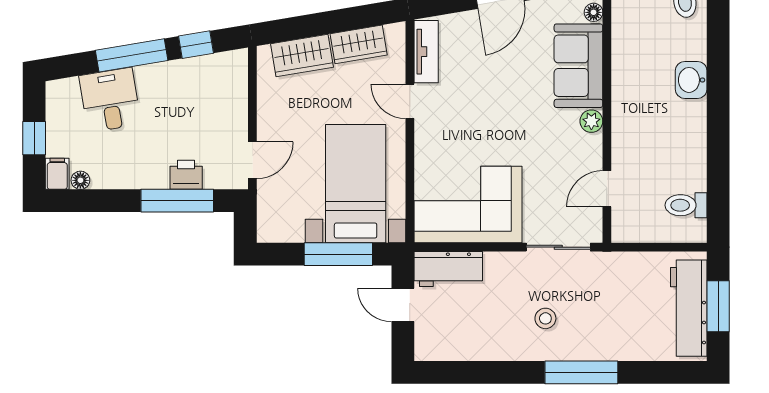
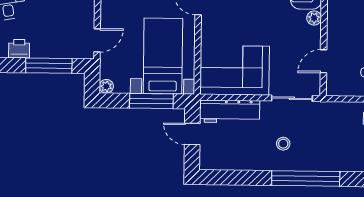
printer: (186, 175) -> (19, 49), moved
plant: (267, 232) -> (106, 86), added
workbench: (448, 269) -> (230, 111), width x1.38
window: (581, 372) -> (306, 178), width x1.46

